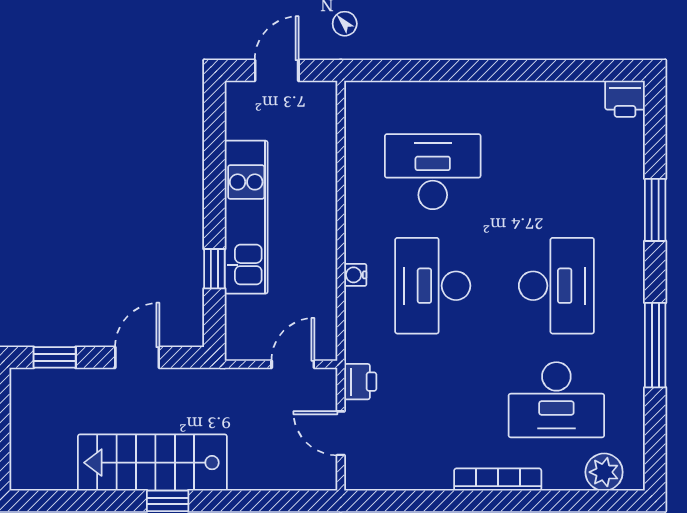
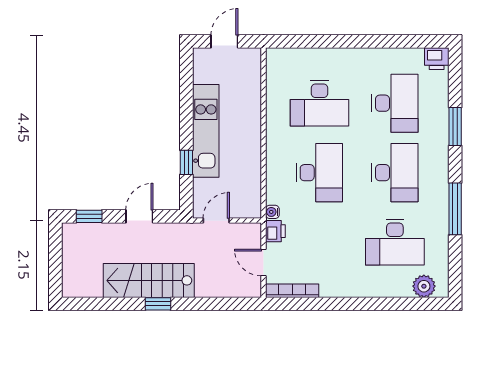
desk: (433, 172) -> (320, 103), turned 180
desk: (556, 172) -> (395, 103), added
water cooler: (355, 275) -> (272, 212), moved
desk: (433, 286) -> (320, 173), turned 180
door: (293, 364) -> (216, 221), moved
bookcase: (498, 480) -> (292, 291), moved

